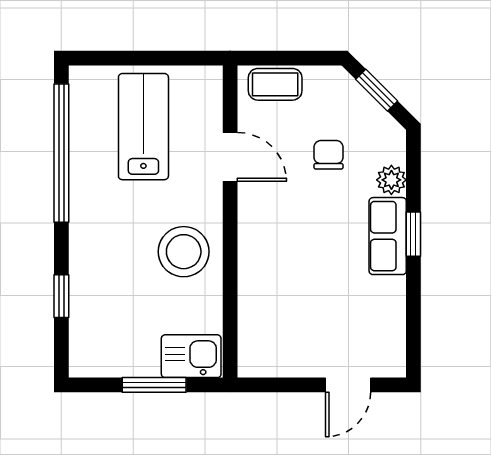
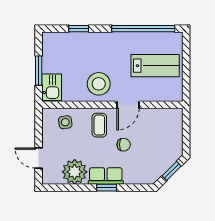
coffee table: (275, 84) -> (99, 125), moved
chair: (329, 155) -> (124, 145), moved
door: (230, 157) -> (128, 105), moved
plant: (391, 180) -> (75, 172), moved, width x1.88, depth x1.88
side table: (269, 326) -> (65, 122), added

